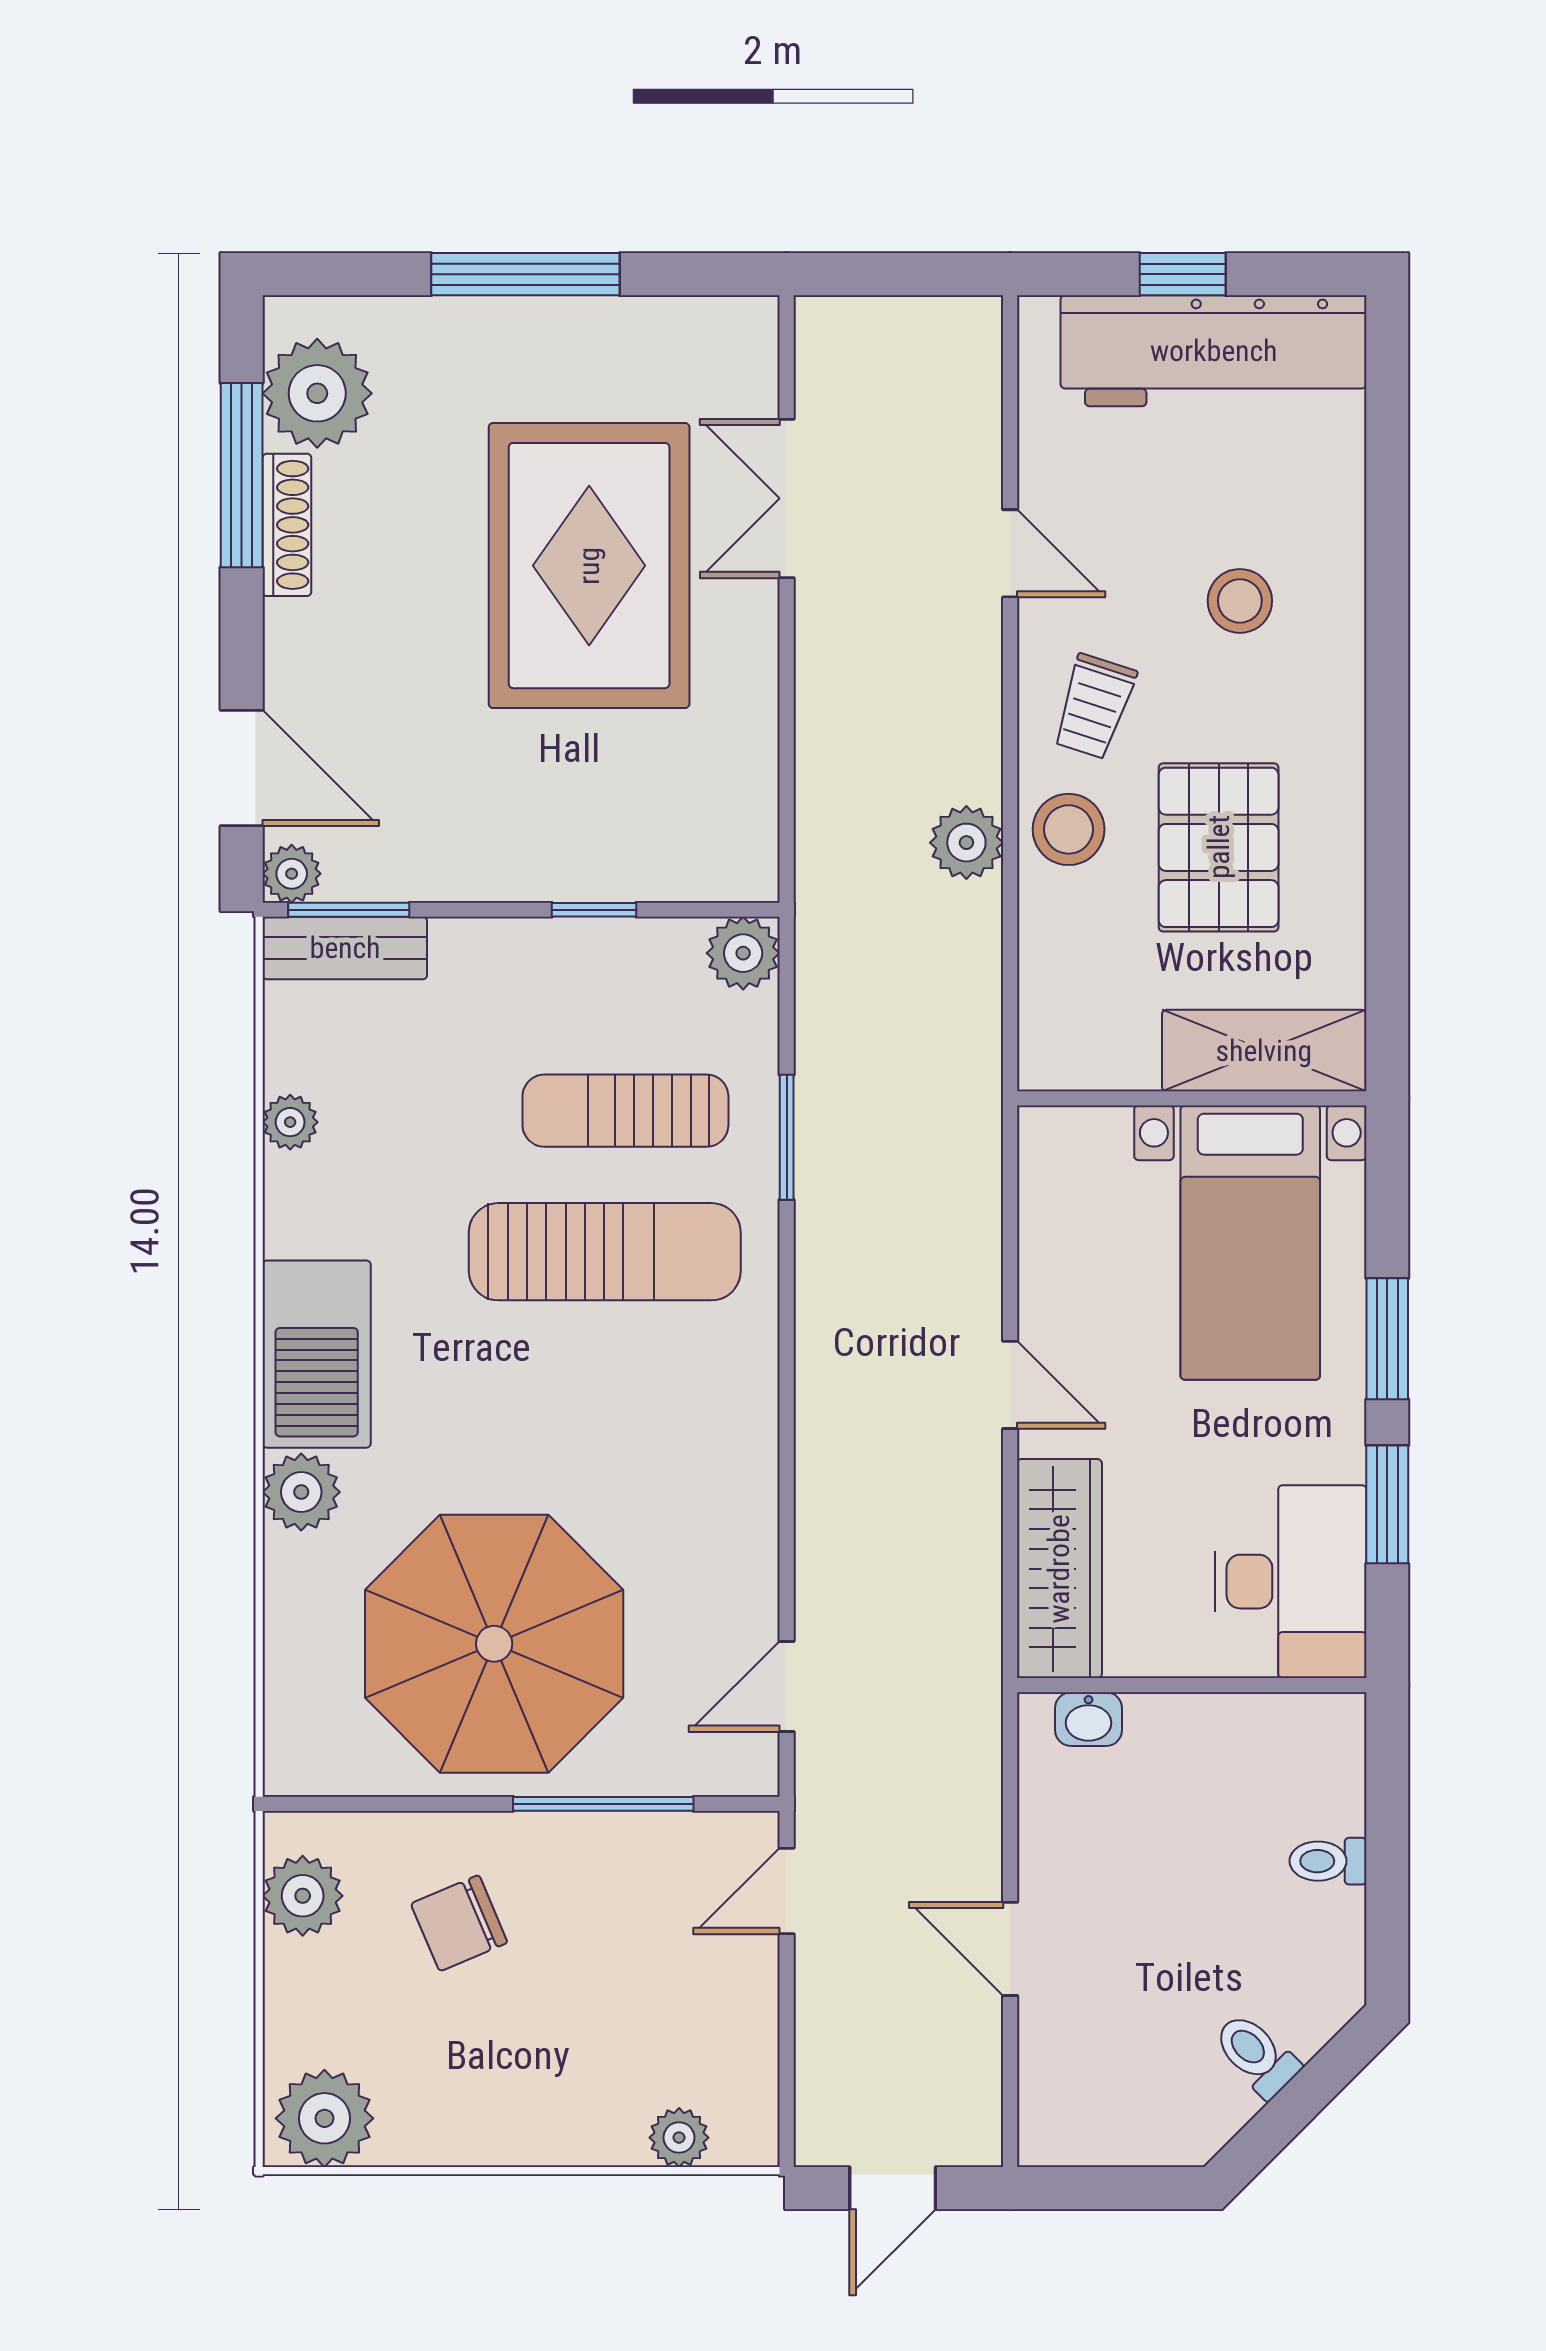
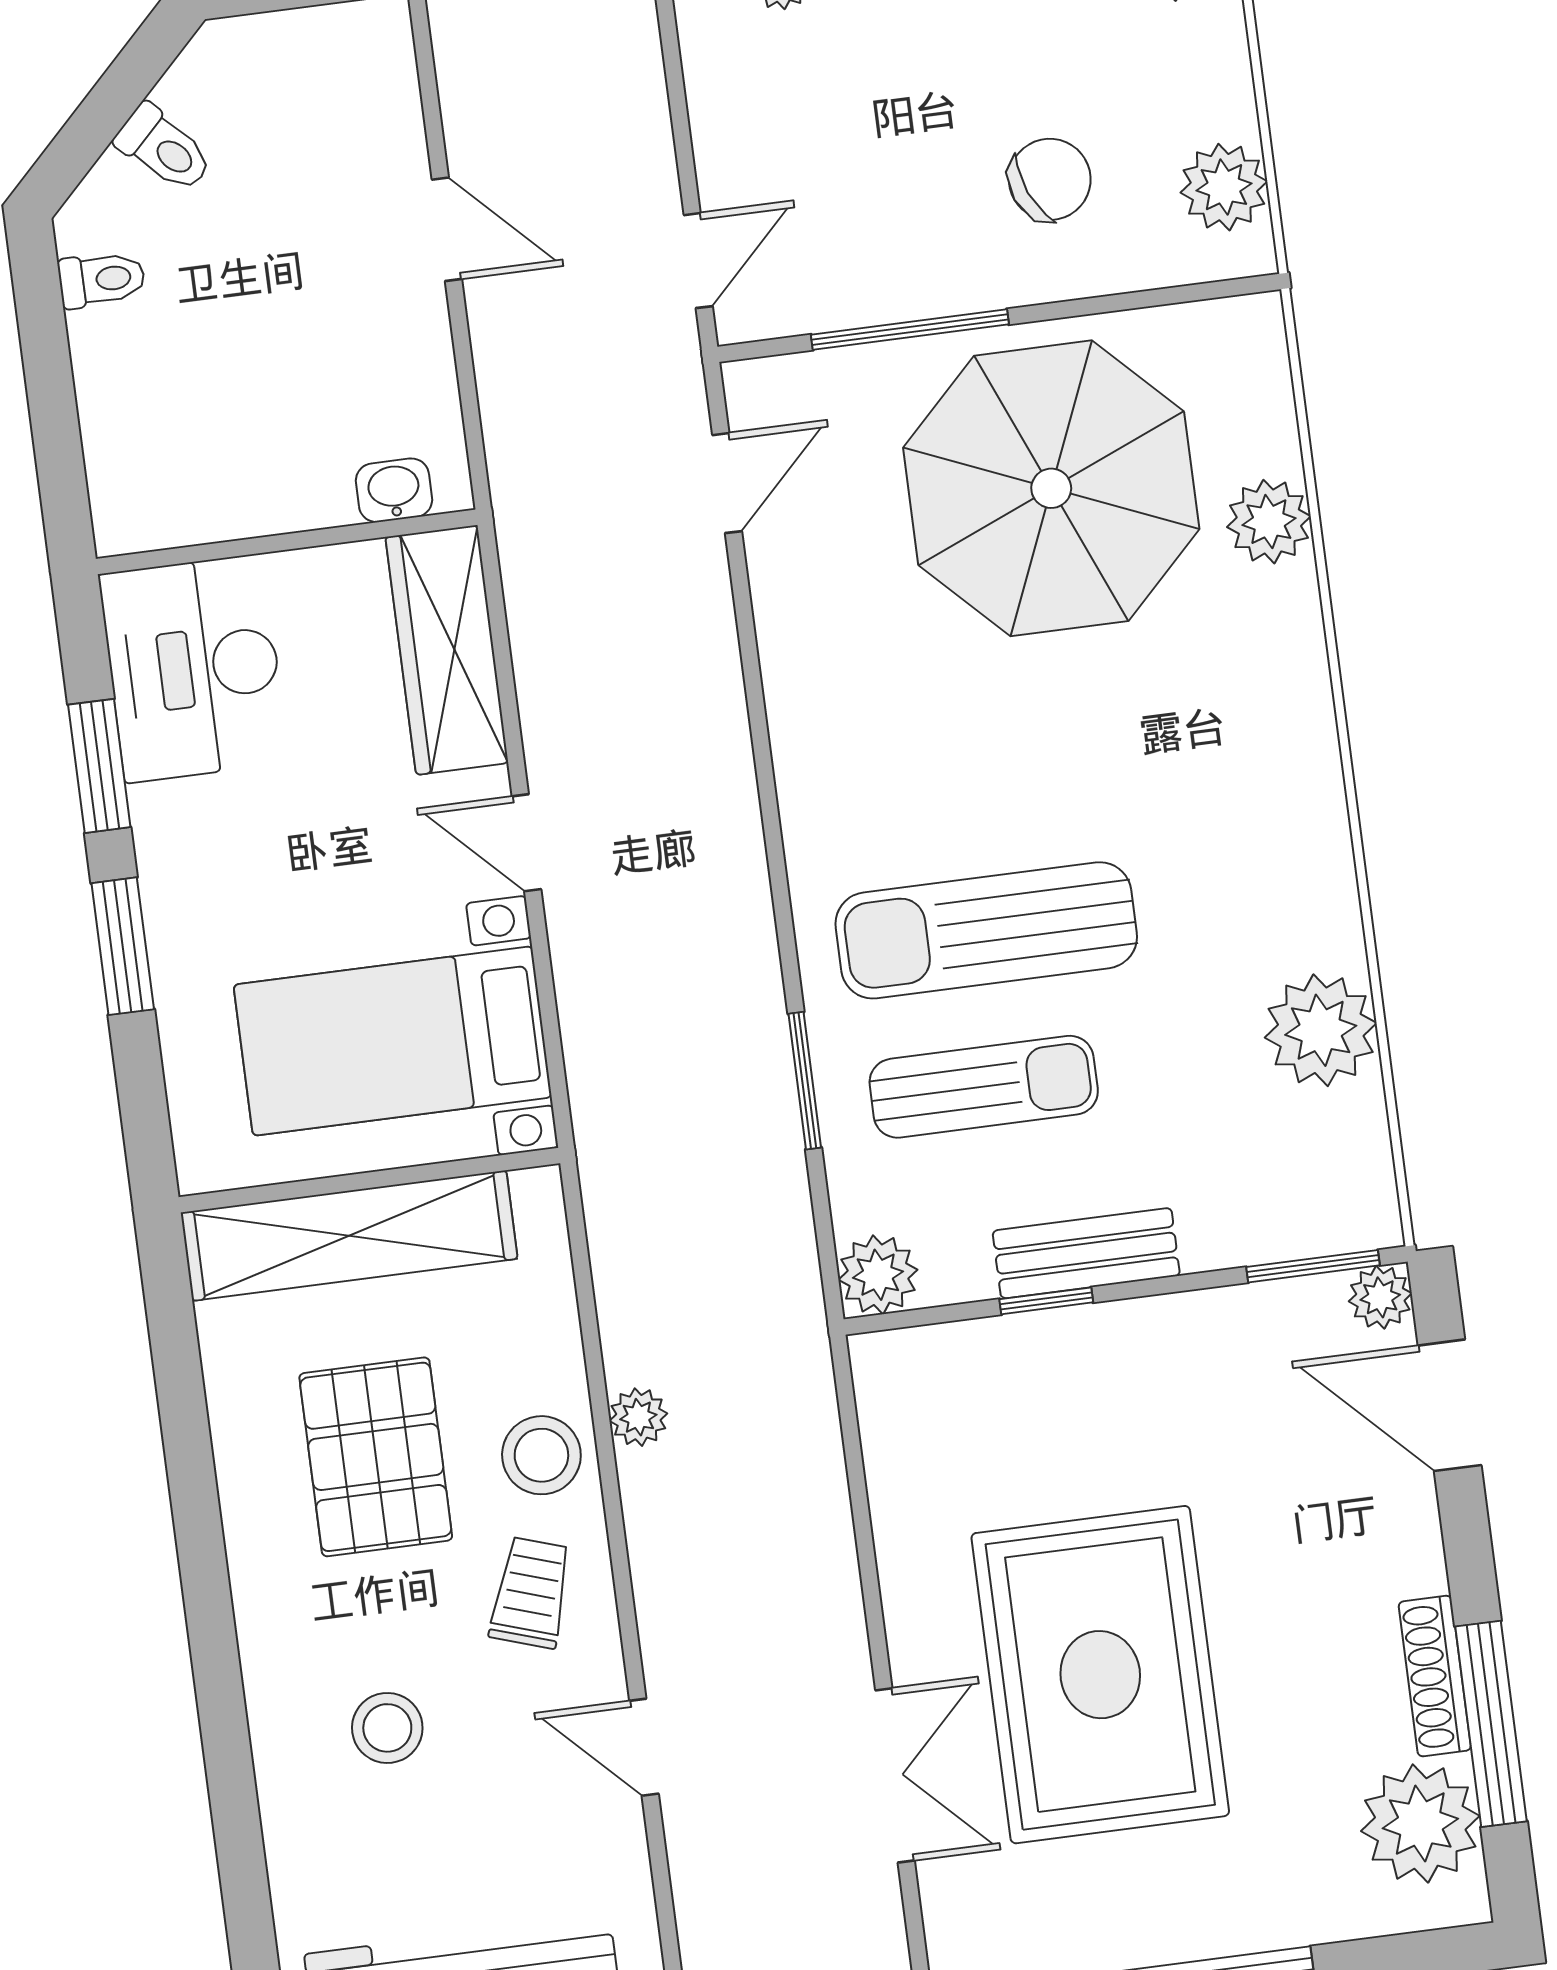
plant: (966, 843) -> (638, 1417), width x0.73, depth x0.73
bench: (345, 948) -> (1086, 1253), moved
shelving: (1264, 1051) -> (349, 1236), width x1.47
plant: (290, 1122) -> (1321, 1030), width x1.87, depth x1.87
bed with nightstands: (1250, 1243) -> (393, 1041), moved, turned -90
barbecue: (317, 1354) -> (1285, 778), removed
plant: (301, 1492) -> (1269, 522), moved
toilet: (1328, 1861) -> (102, 280), moved

